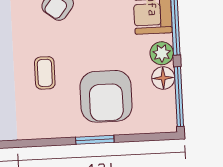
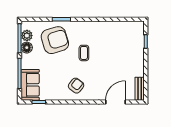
plant: (162, 53) -> (27, 36), moved
armchair: (106, 96) -> (55, 40), turned 73

